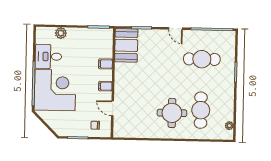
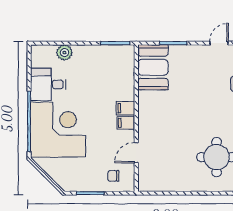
door: (175, 29) -> (219, 43), swing flipped
filing cabinet: (106, 64) -> (126, 108), moved
door: (113, 108) -> (136, 153), hinge flipped

